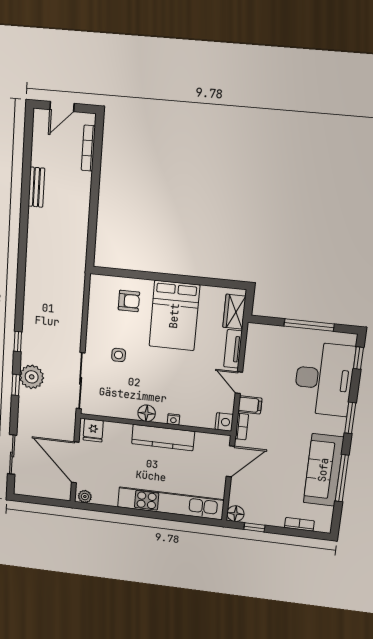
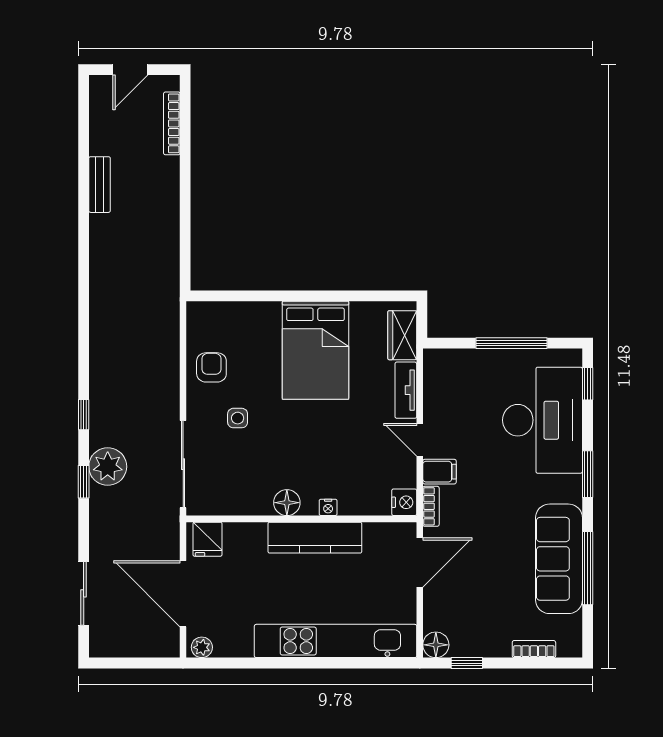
armchair: (129, 301) -> (211, 367), moved, turned -90

